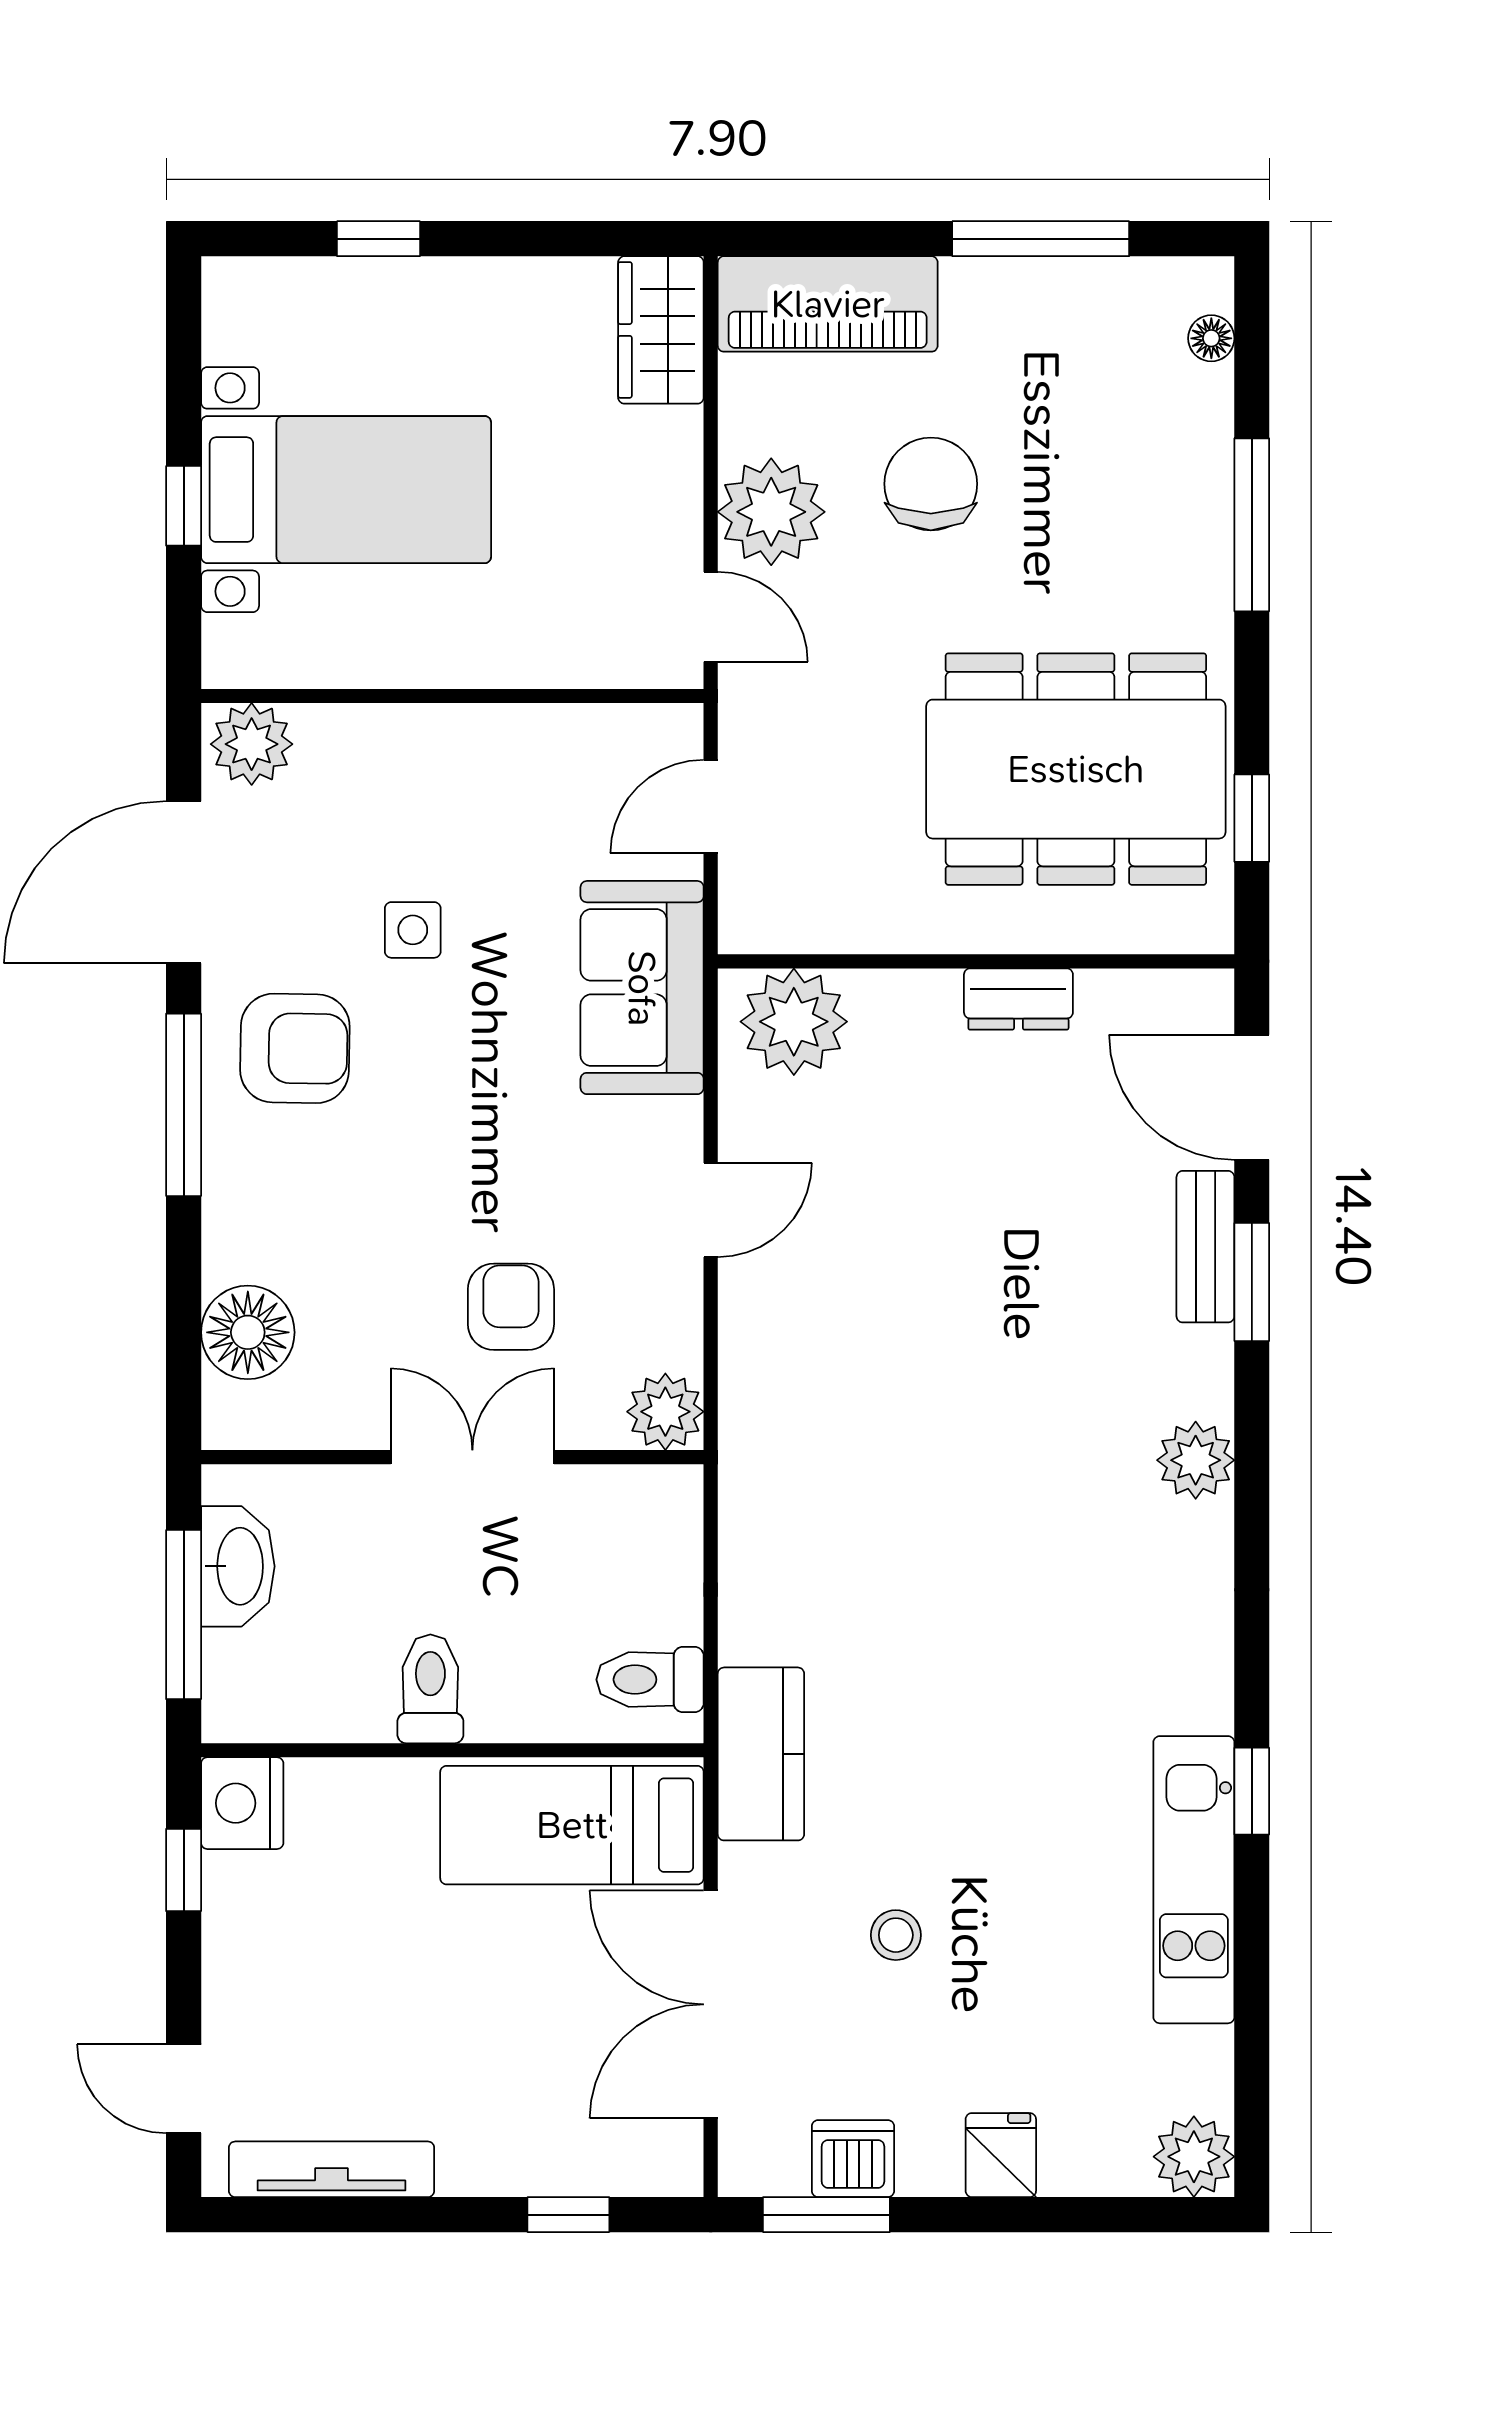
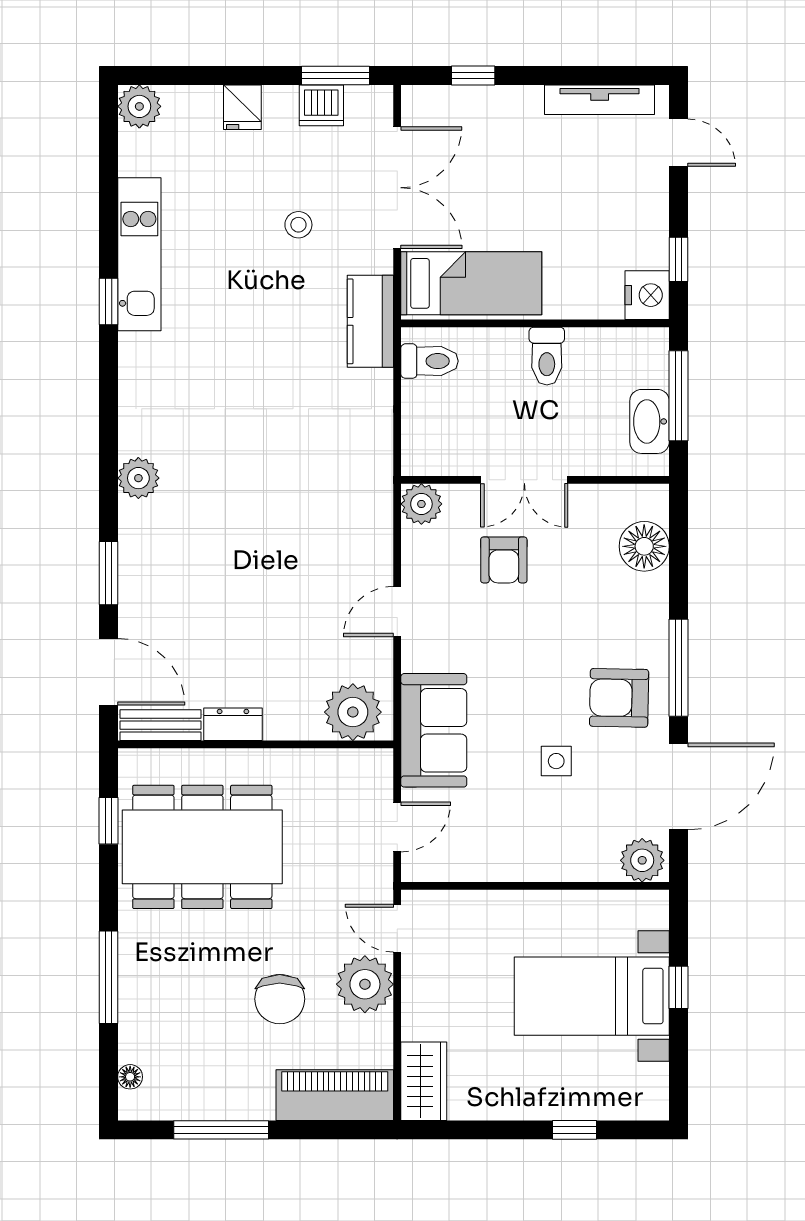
bench: (1205, 1247) -> (160, 725), moved, turned 90

